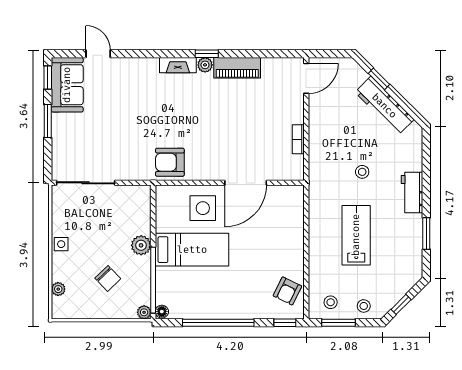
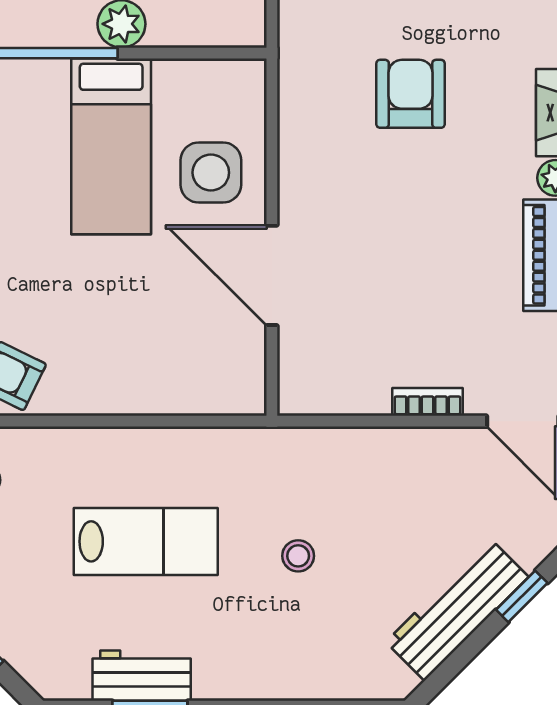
bookcase: (298, 139) -> (428, 402), moved
armchair: (170, 162) -> (411, 94), moved
workbench: (412, 193) -> (142, 676), moved

